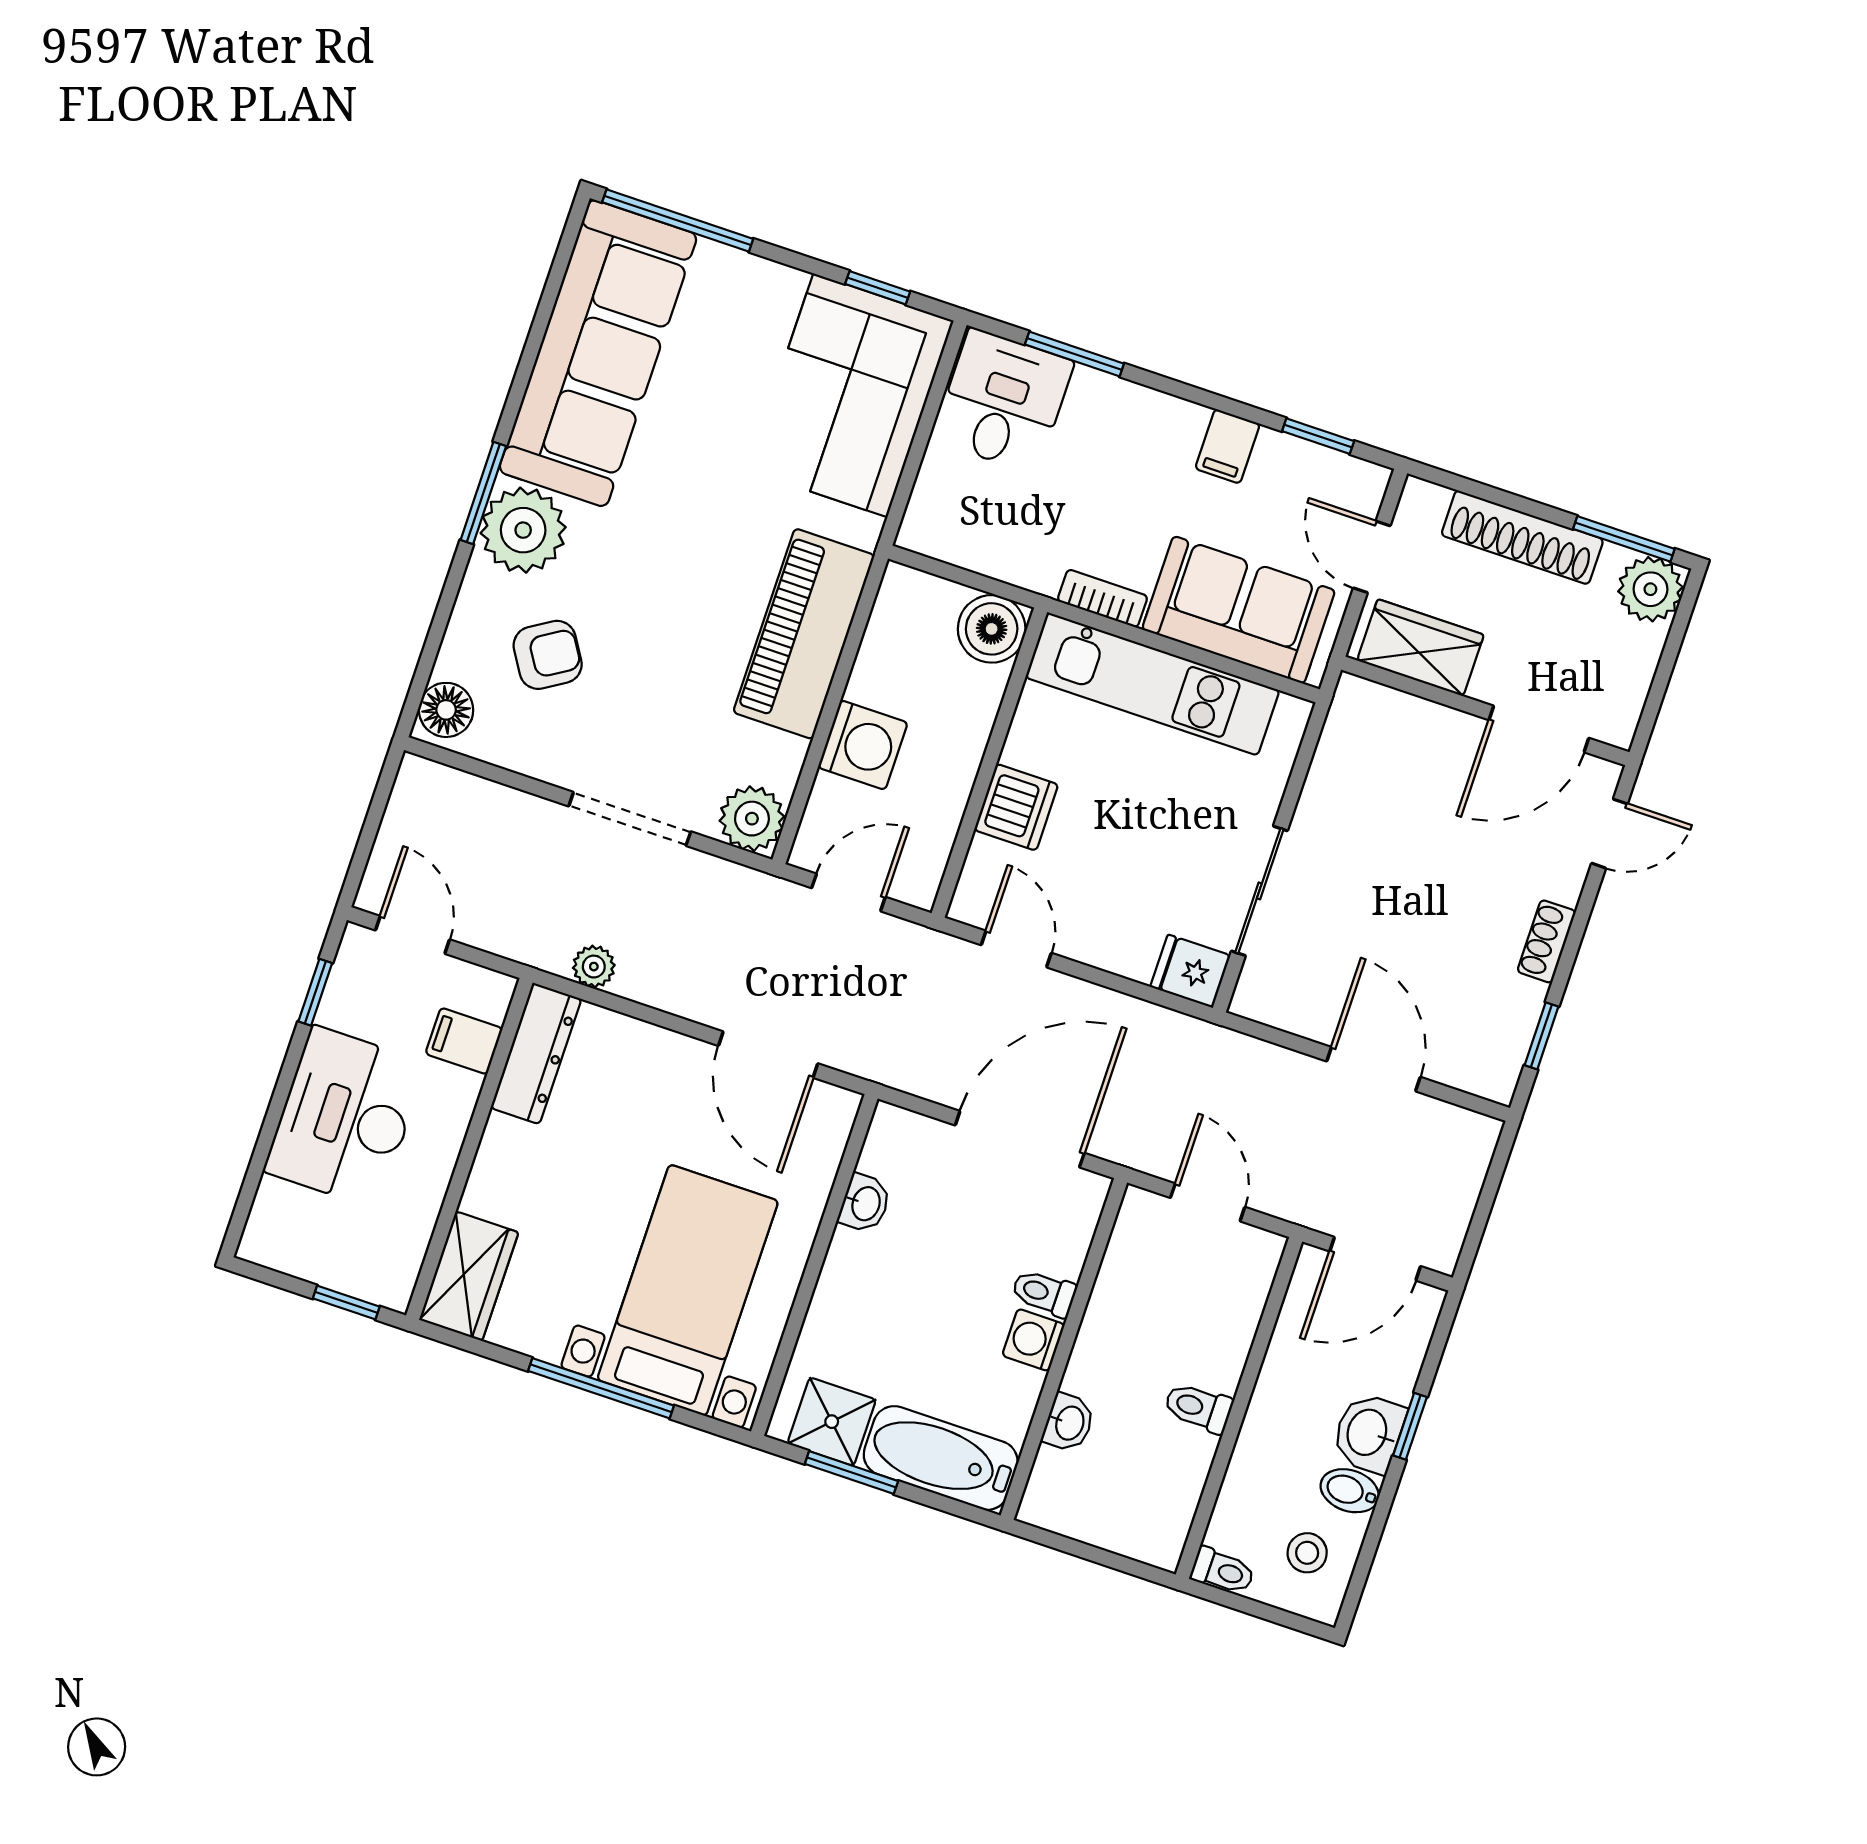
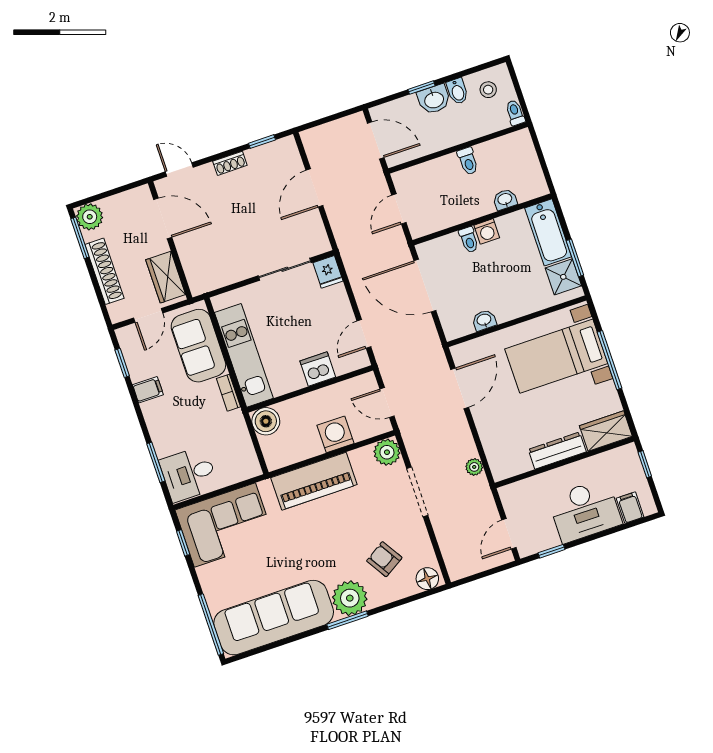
filing cabinet: (464, 1041) -> (630, 508), moved, turned 180
dresser: (536, 1053) -> (557, 451), moved

